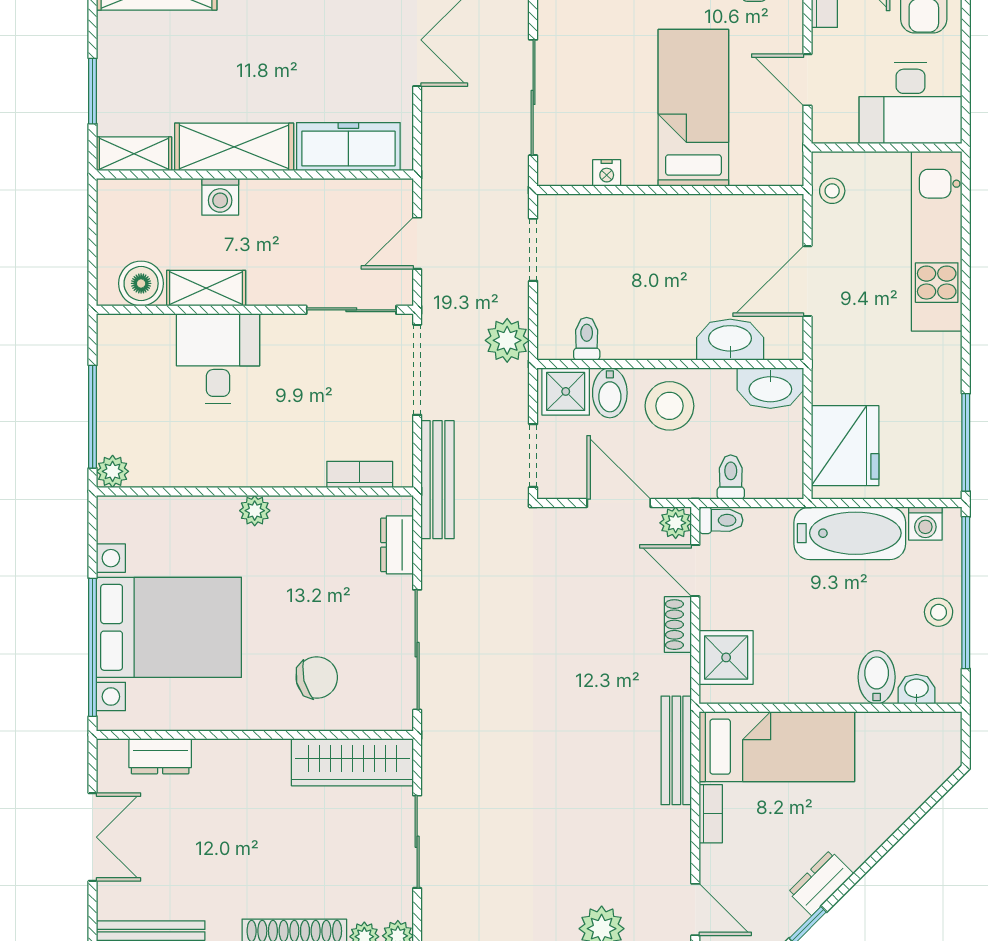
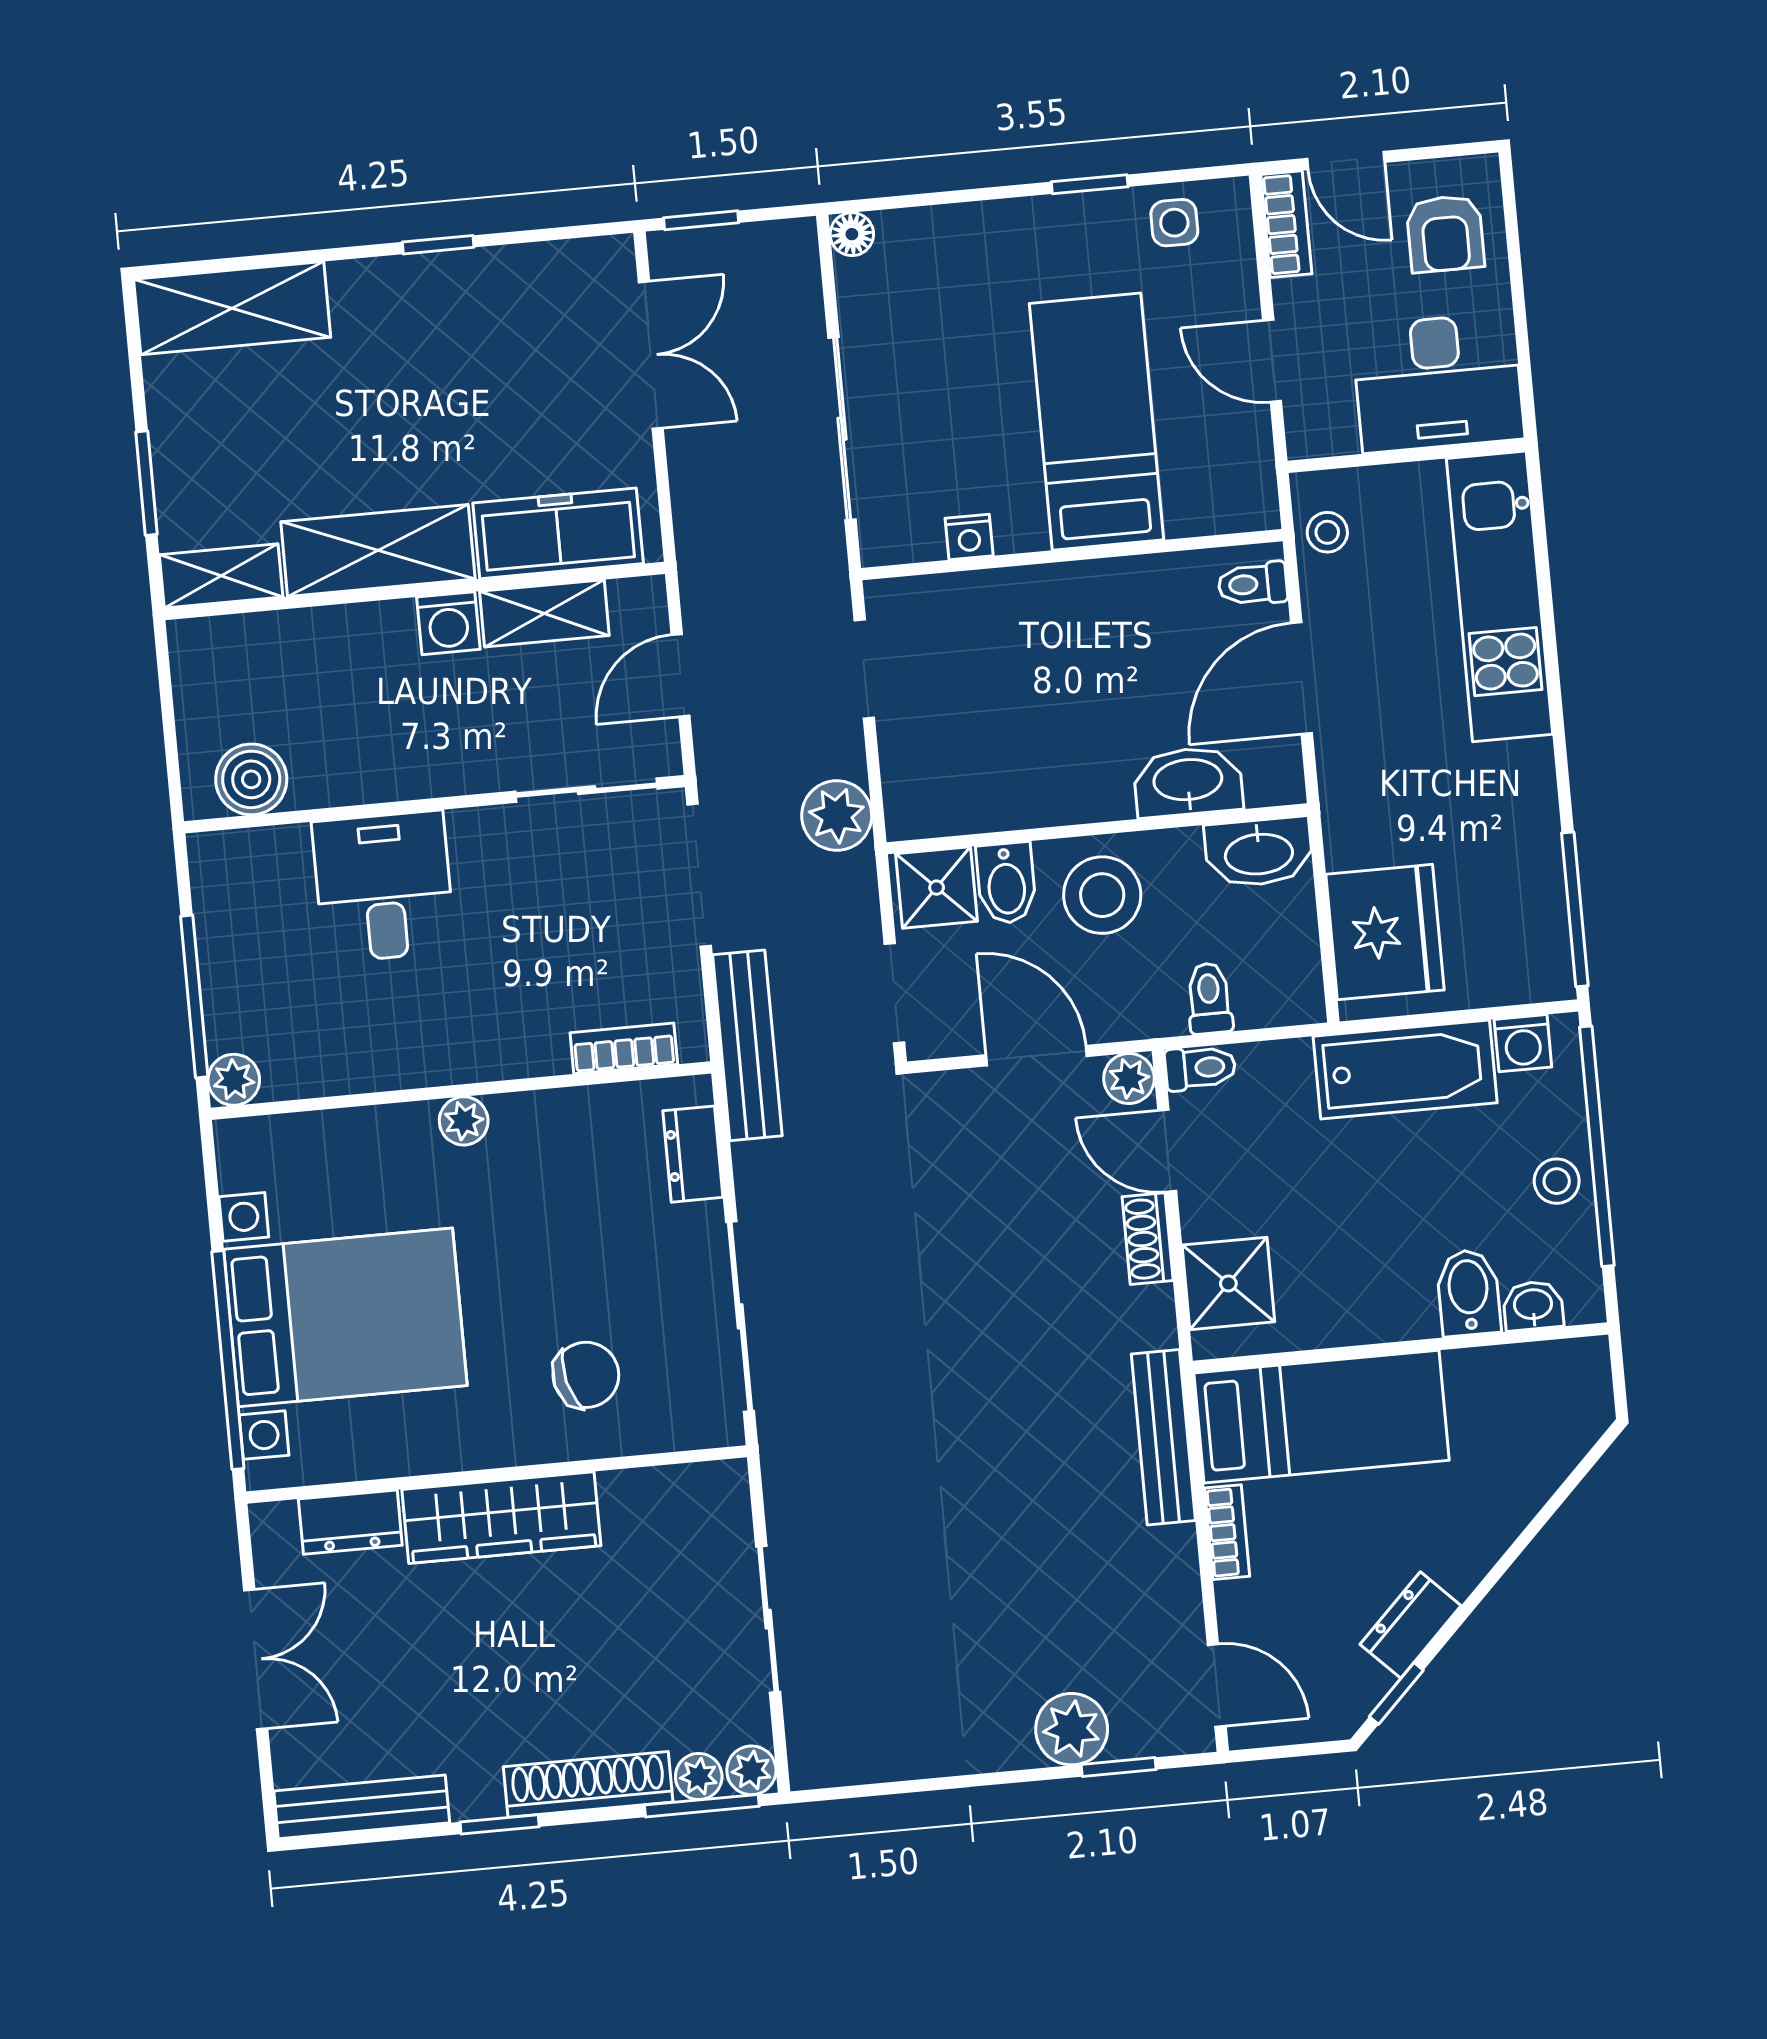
washing machine: (220, 197) -> (448, 623), moved
shelving: (206, 288) -> (544, 613), moved
toilet: (587, 339) -> (1253, 584), moved, turned -90
wardrobe: (352, 762) -> (501, 1518), moved

